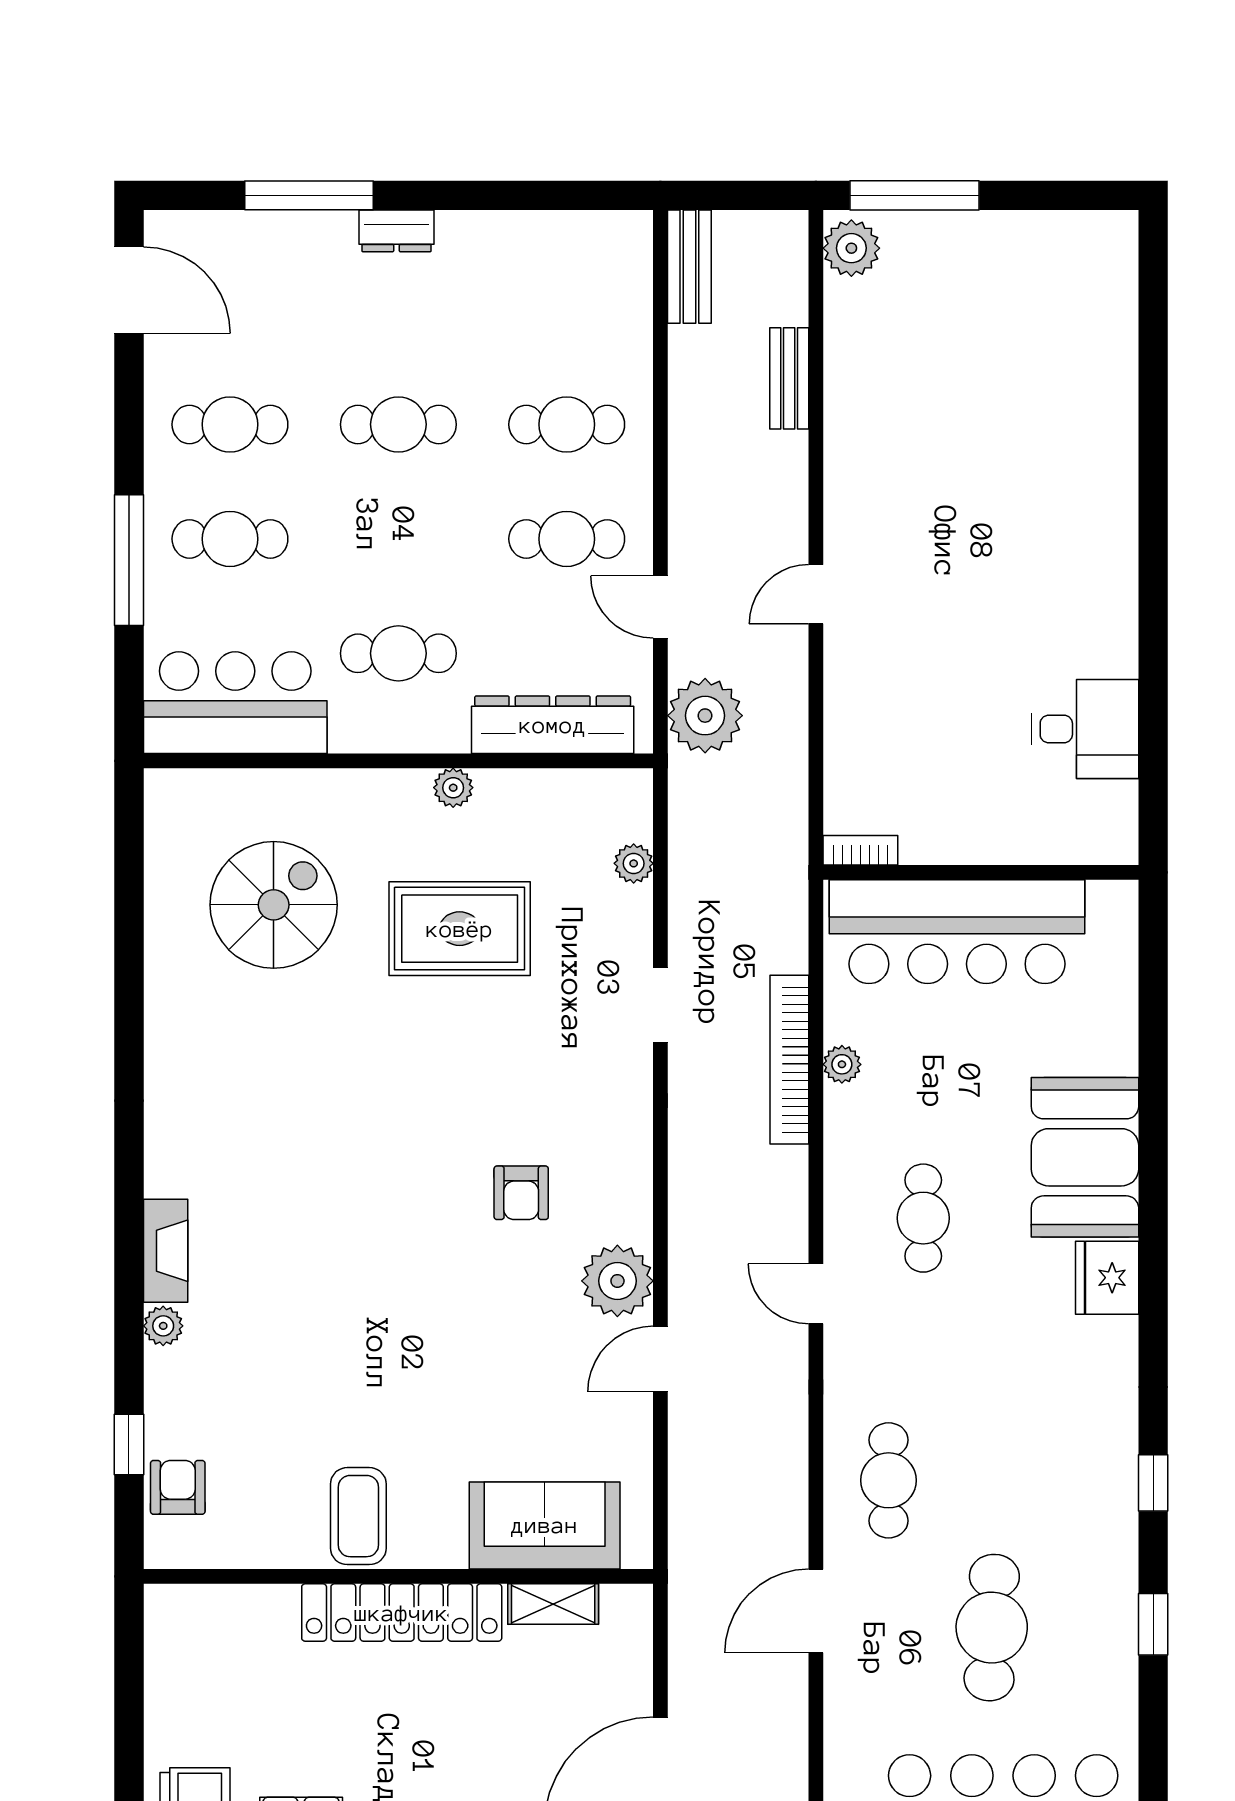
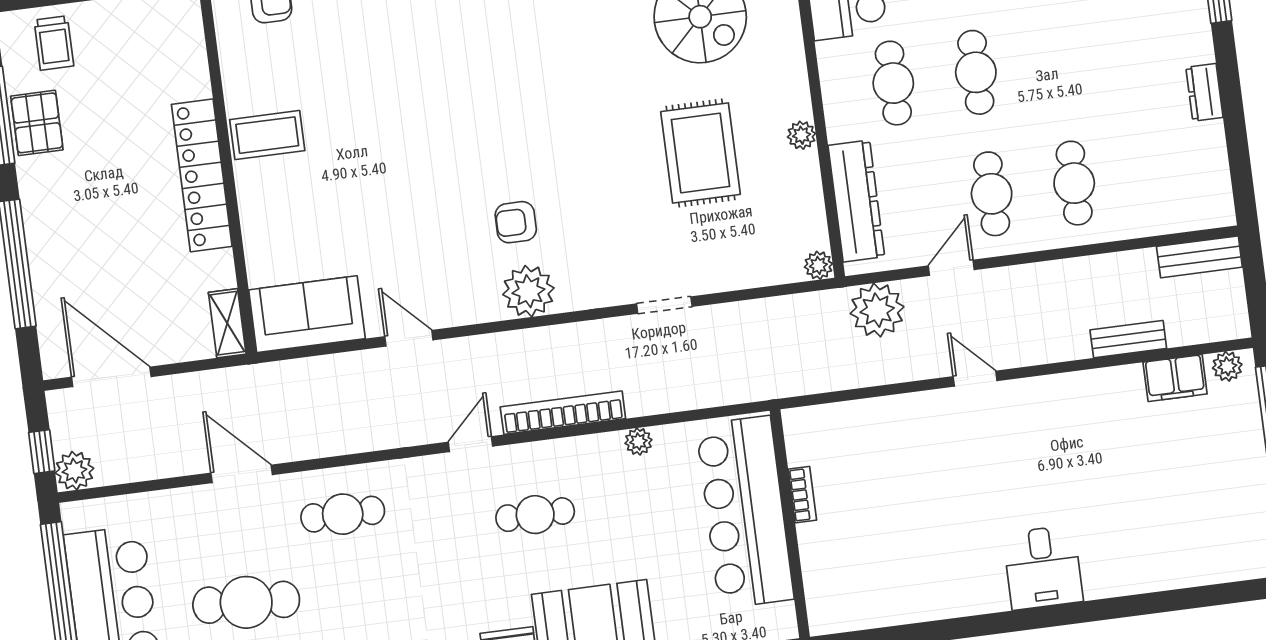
dresser: (396, 231) -> (1204, 92), moved
plant: (851, 248) -> (1227, 366), width x0.73, depth x0.73
filing cabinet: (850, 321) -> (1175, 378), added
cafe table: (398, 424) -> (976, 72), moved
desk: (1085, 729) -> (1043, 567), moved
bookcase: (860, 850) -> (802, 495), moved
plant: (634, 863) -> (818, 265), moved
bookcase: (789, 1060) -> (563, 413), moved
plant: (617, 1281) -> (528, 291), moved
sofa: (545, 1525) -> (307, 314), moved, turned -90
shelving: (553, 1604) -> (227, 323), moved

